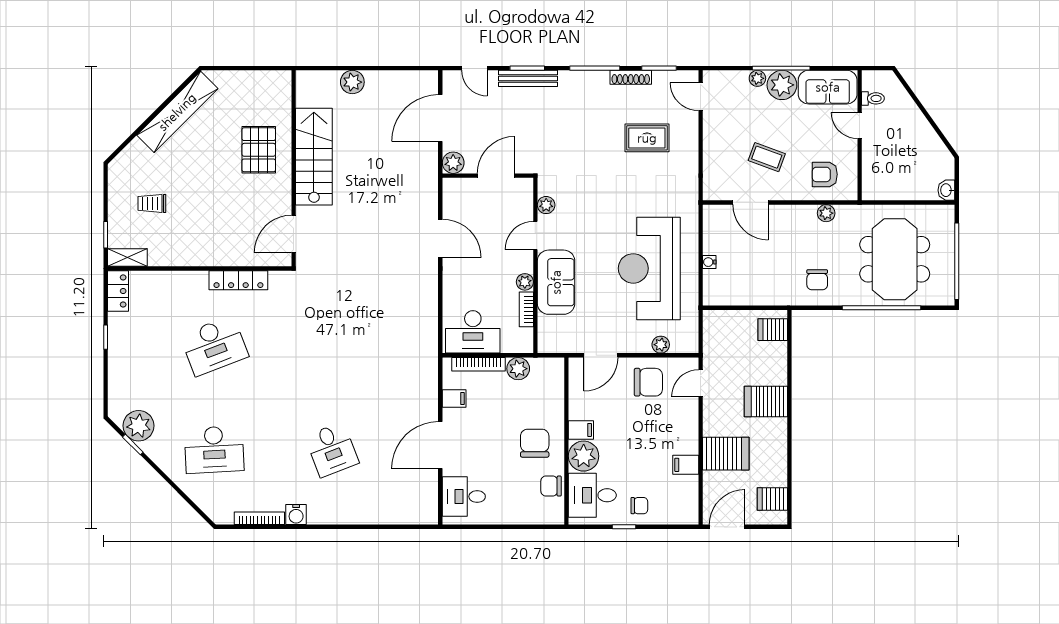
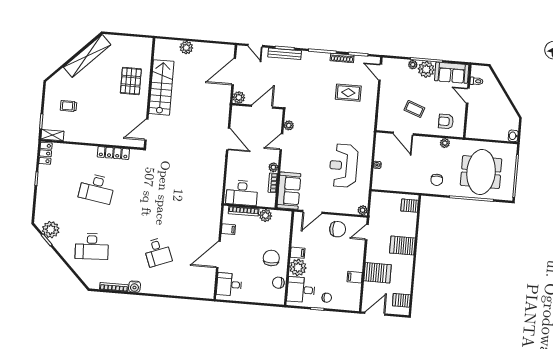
reception desk: (649, 268) -> (343, 166), width x0.74, depth x0.77
sofa: (556, 282) -> (289, 191), moved
plant: (661, 345) -> (363, 210), moved
desk: (214, 346) -> (97, 188), turned 30

